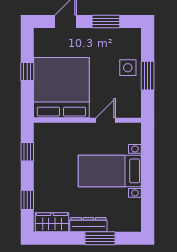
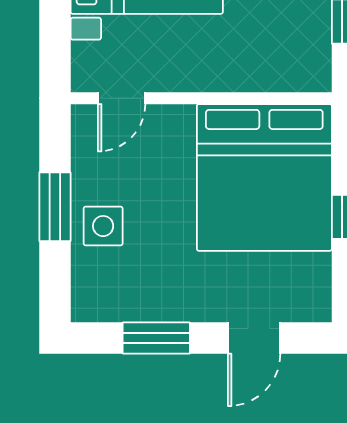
door: (106, 120) -> (122, 98), moved

